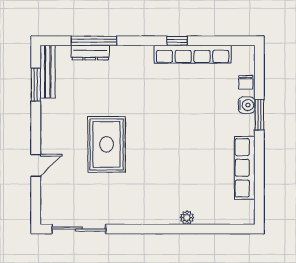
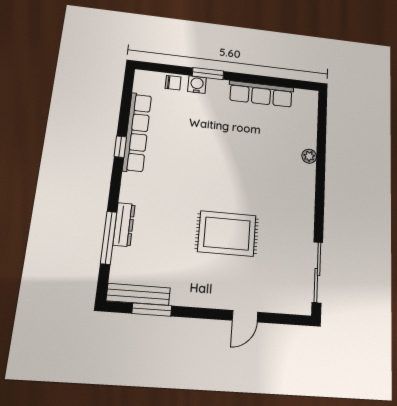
dresser: (90, 53) -> (124, 225), moved
door: (36, 165) -> (245, 316), swing flipped

